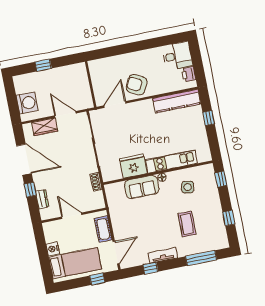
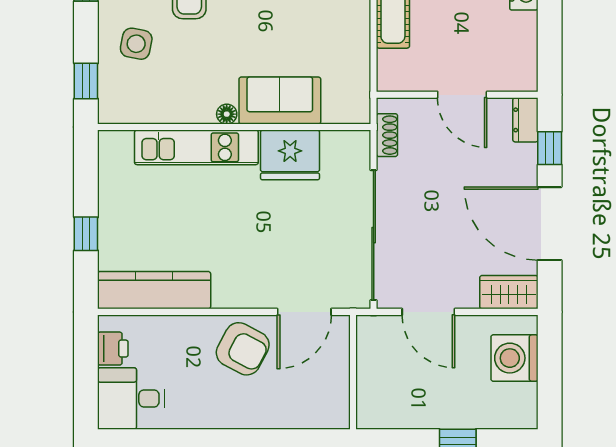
wardrobe: (45, 127) -> (509, 292), moved
side table: (188, 187) -> (136, 44), moved
wall: (74, 215) -> (457, 95), moved
door: (72, 216) -> (462, 95), moved

